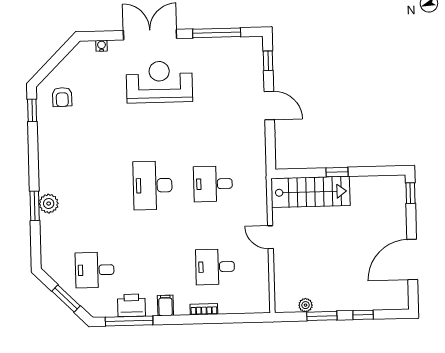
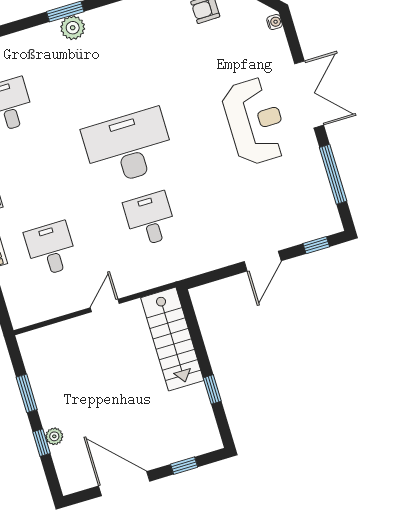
water cooler: (102, 46) -> (275, 22), moved
window: (337, 172) -> (212, 389), moved
desk: (153, 185) -> (128, 147), width x1.36, depth x1.30
window: (410, 193) -> (184, 466), moved
plant: (306, 305) -> (54, 436), moved

